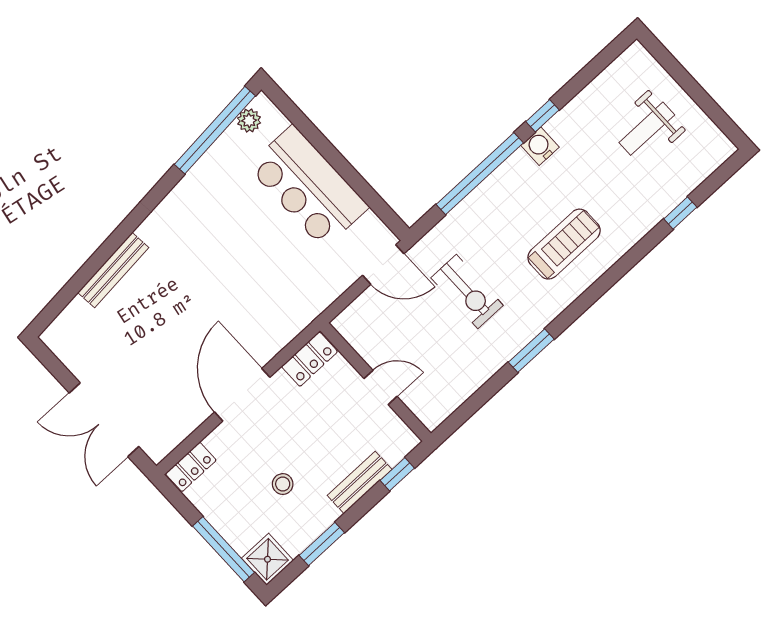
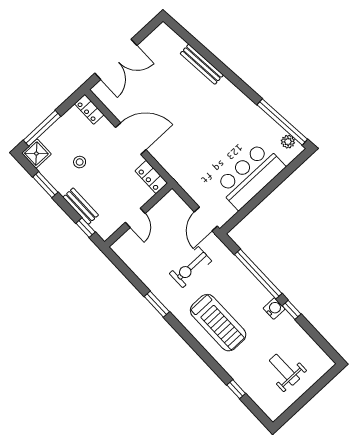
treadmill: (564, 244) -> (218, 323), width x1.37, depth x1.38
double door: (104, 420) -> (116, 59), swing flipped

